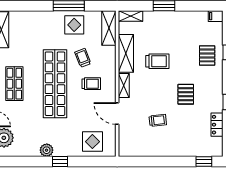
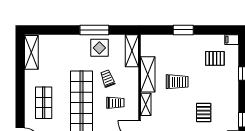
shelving: (131, 16) -> (152, 40), removed
pallet: (207, 55) -> (215, 58), moved, turned 90

